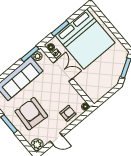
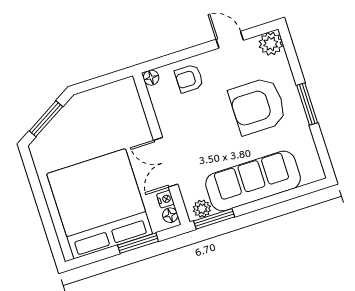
armchair: (31, 114) -> (258, 106), turned 86

